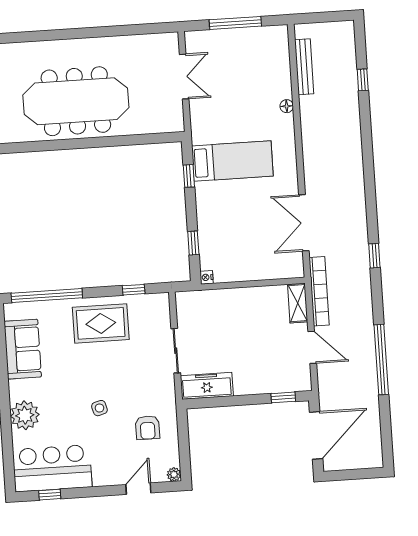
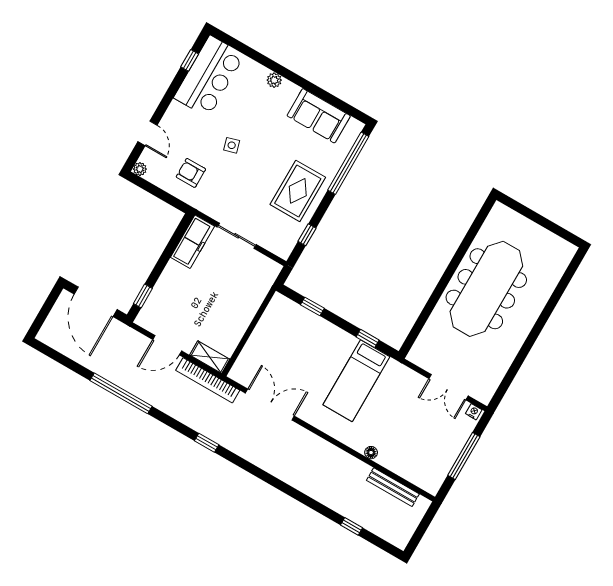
nightstand: (207, 277) -> (474, 412), moved
plant: (25, 415) -> (274, 80), width x0.53, depth x0.53

